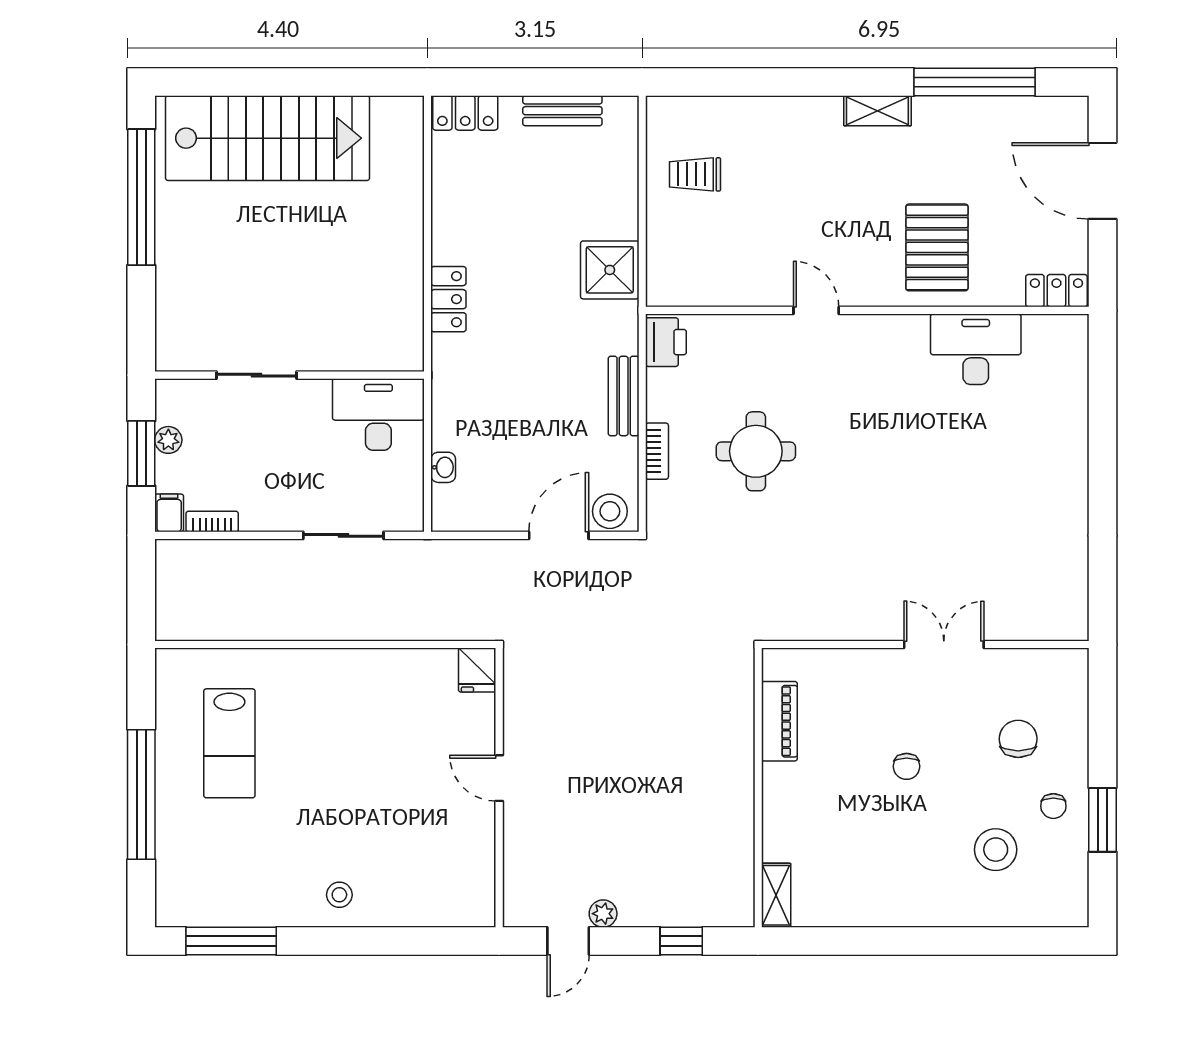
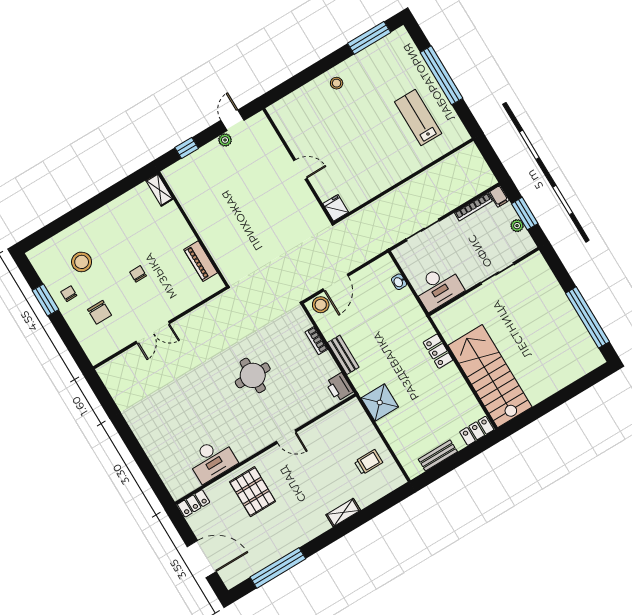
shelving: (877, 111) -> (343, 513), moved
stairs: (268, 138) -> (490, 376), moved, turned 90
round table: (756, 451) -> (253, 375), moved
bookcase: (212, 522) -> (473, 207), width x1.56

